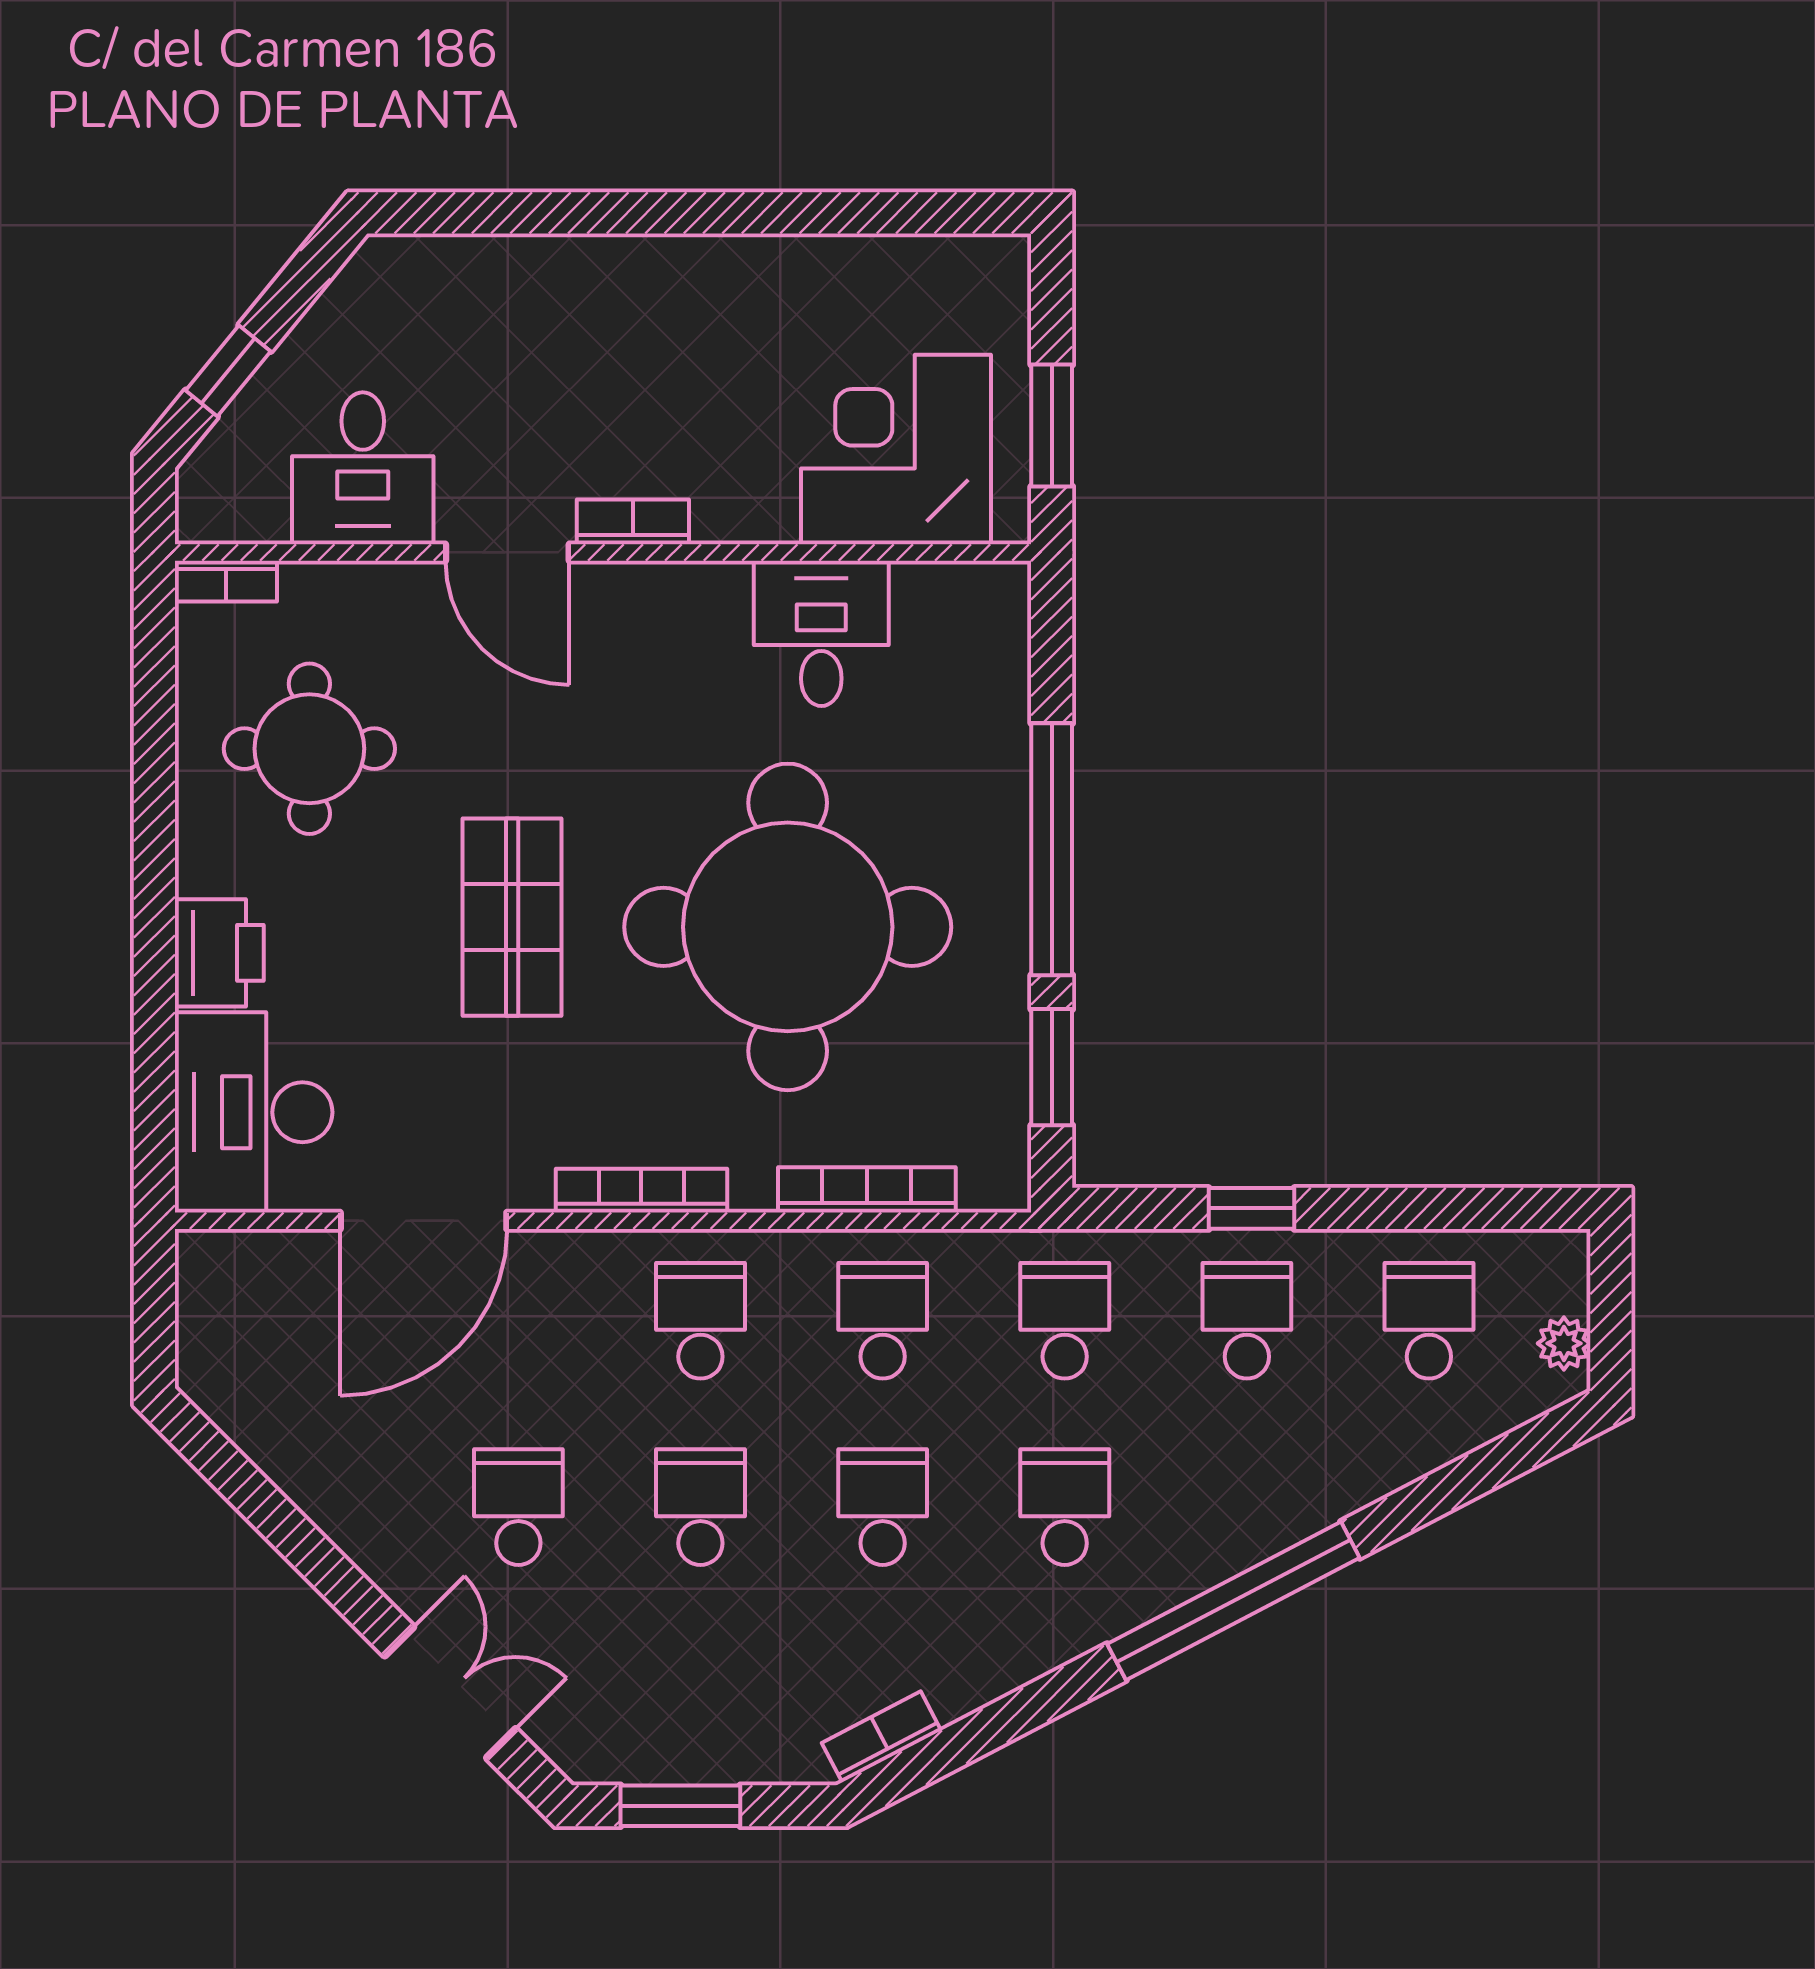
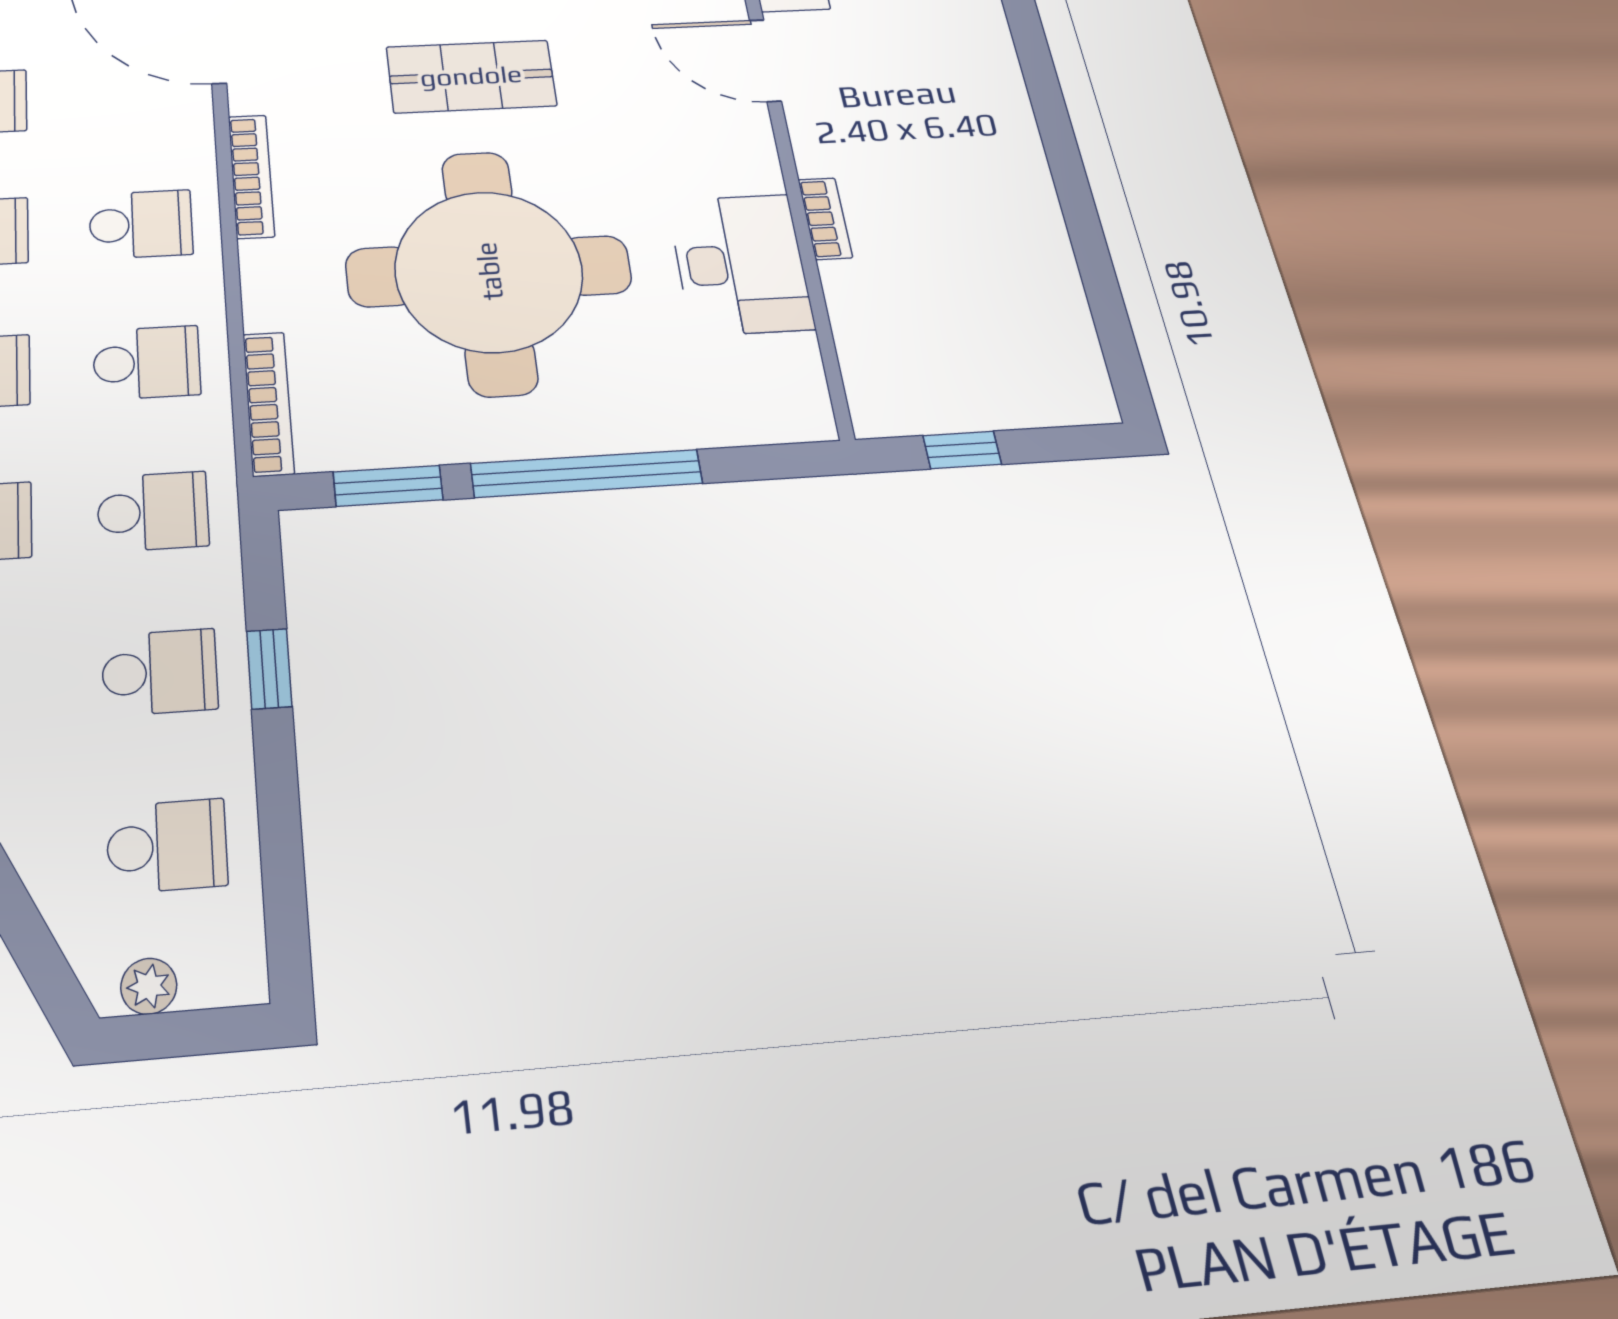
window: (1052, 426) -> (962, 450), width x0.67
corner desk: (896, 450) -> (912, 330), removed
bookcase: (633, 522) -> (825, 218), moved
door: (507, 552) -> (765, 61), hinge flipped
desk: (821, 633) -> (740, 264), width x1.37
bookcase: (867, 1190) -> (268, 403), moved

